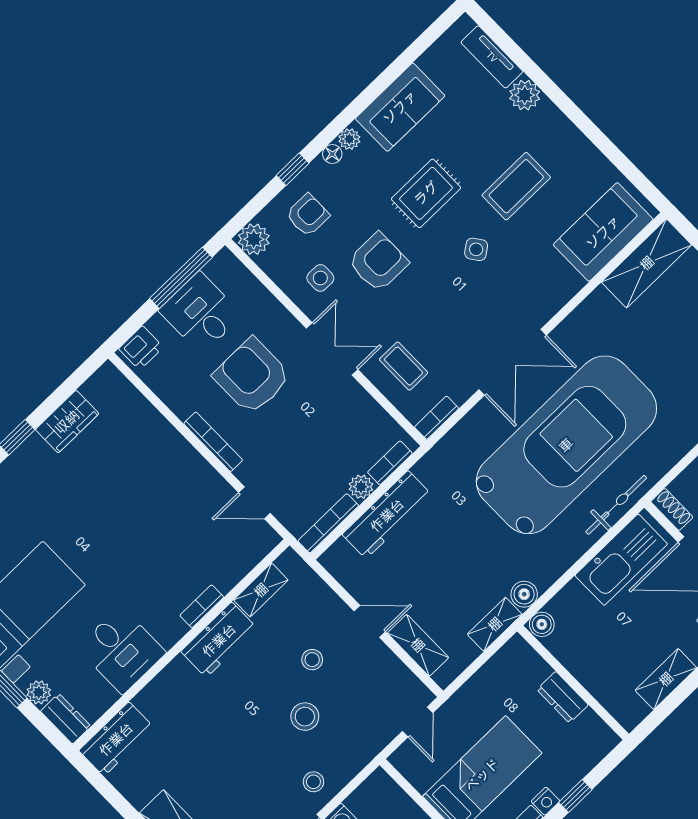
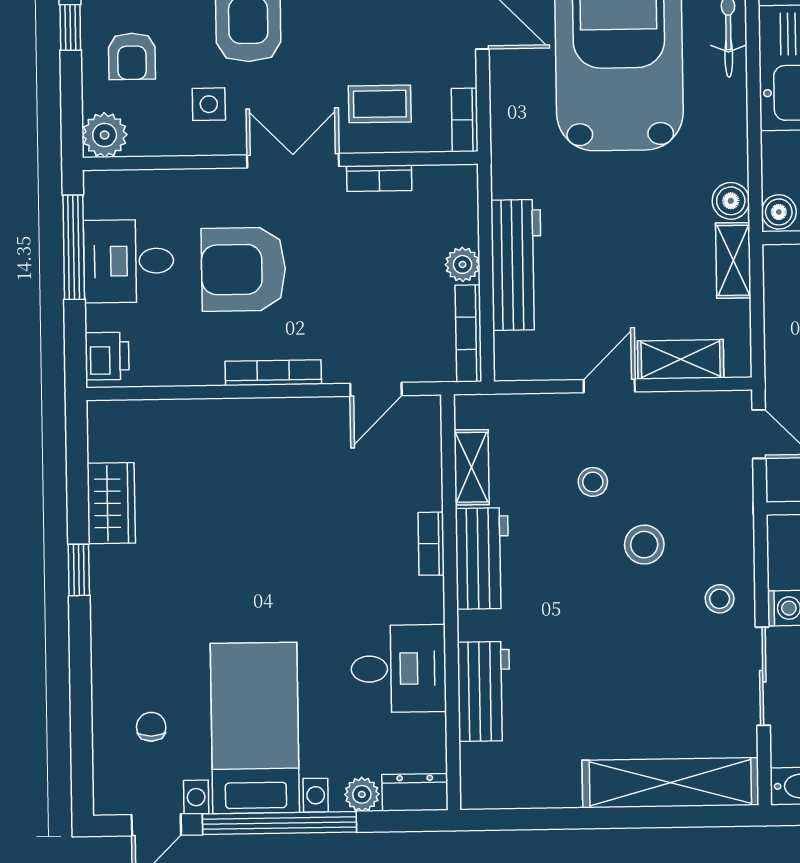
armchair: (308, 215) -> (132, 56), turned 180
bookcase: (390, 463) -> (379, 178), moved, turned -90
workbench: (116, 739) -> (484, 691), moved

